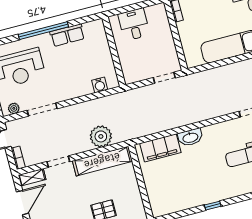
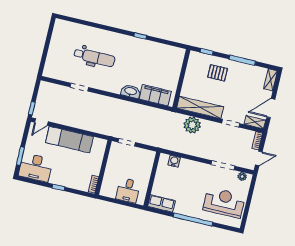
row of seats: (67, 35) -> (161, 204), moved

